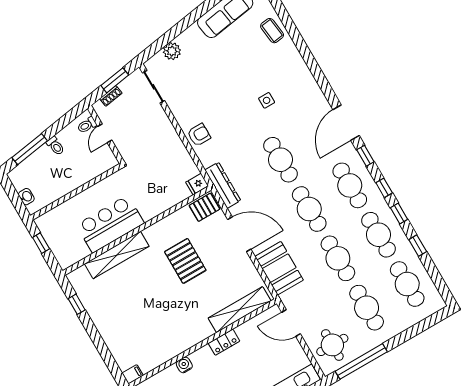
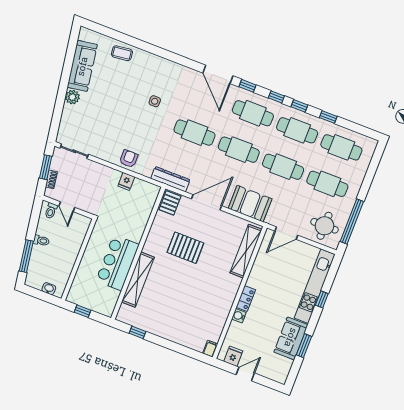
plant: (172, 51) -> (72, 97), moved
fridge: (197, 184) -> (126, 181), moved
locker: (224, 342) -> (246, 299), moved

